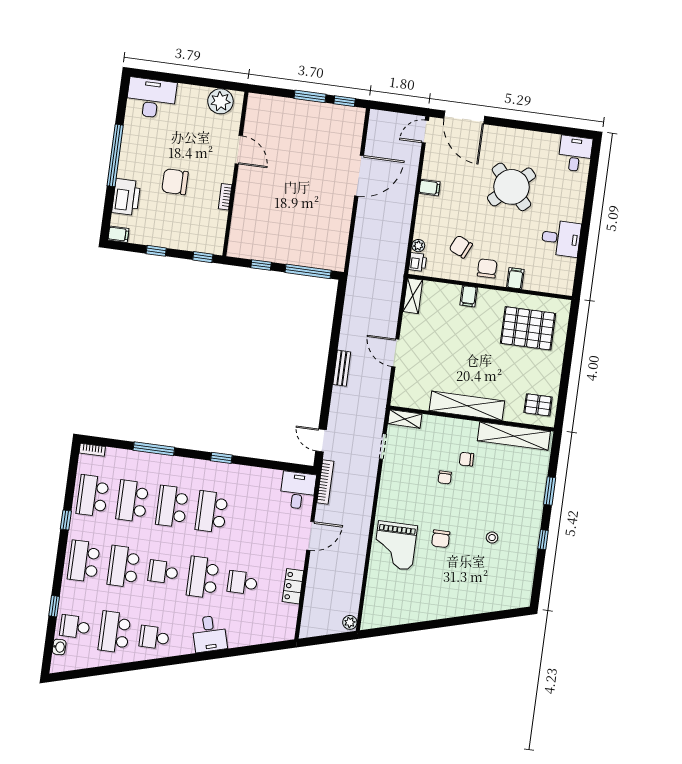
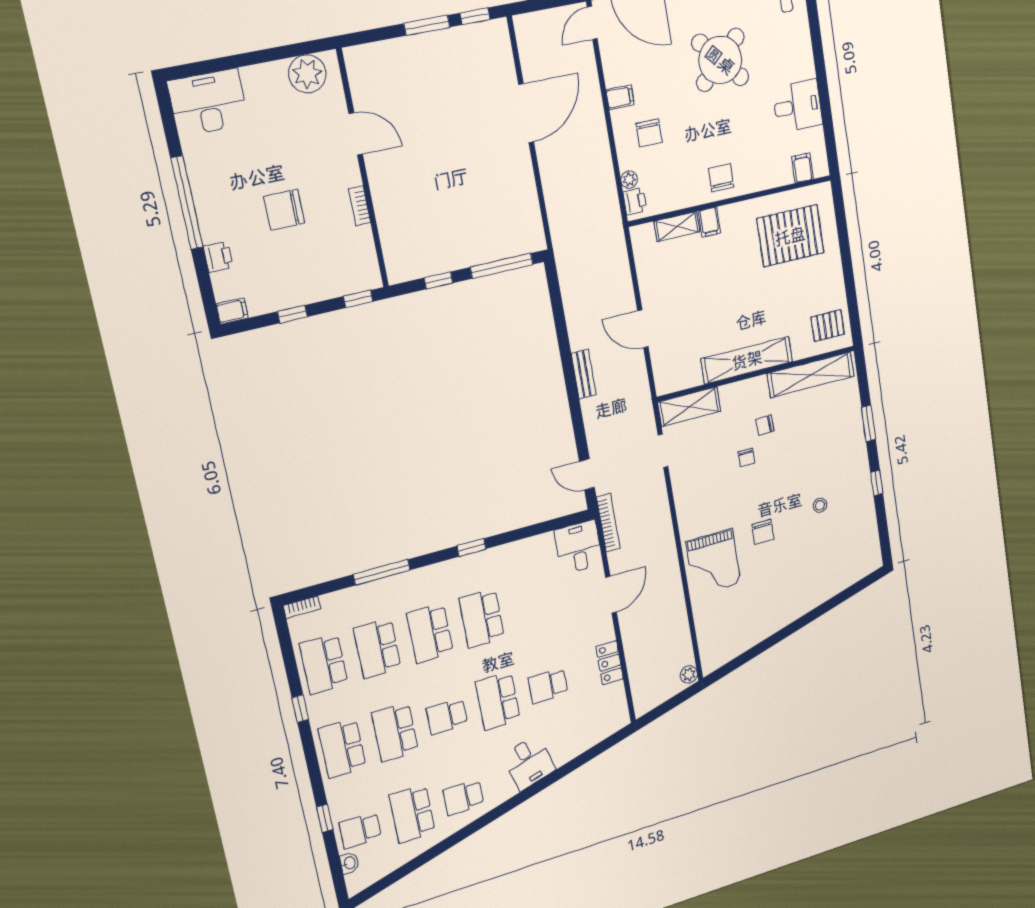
printer: (126, 197) -> (218, 257), width x0.53, depth x0.68
chair: (461, 247) -> (649, 133), moved, turned -114
filing cabinet: (515, 278) -> (802, 168), moved
shelving: (413, 296) -> (677, 226), moved, turned 90
shelving: (405, 419) -> (689, 407), width x1.50, depth x1.33

